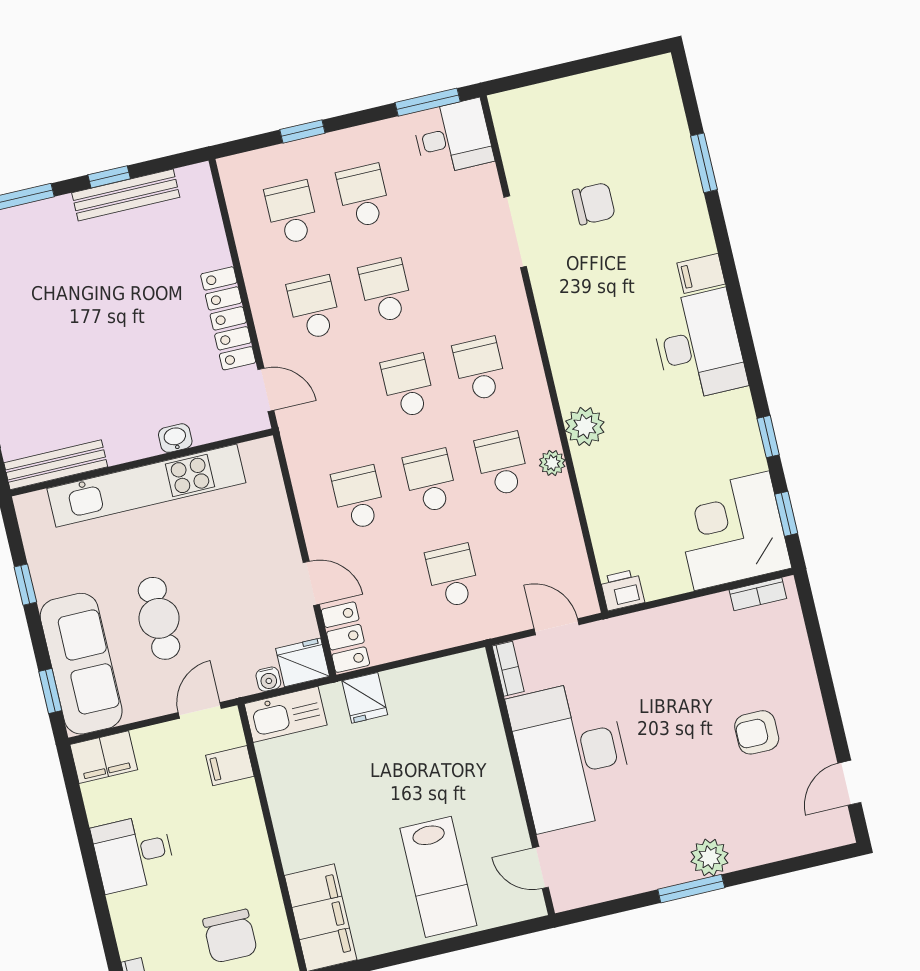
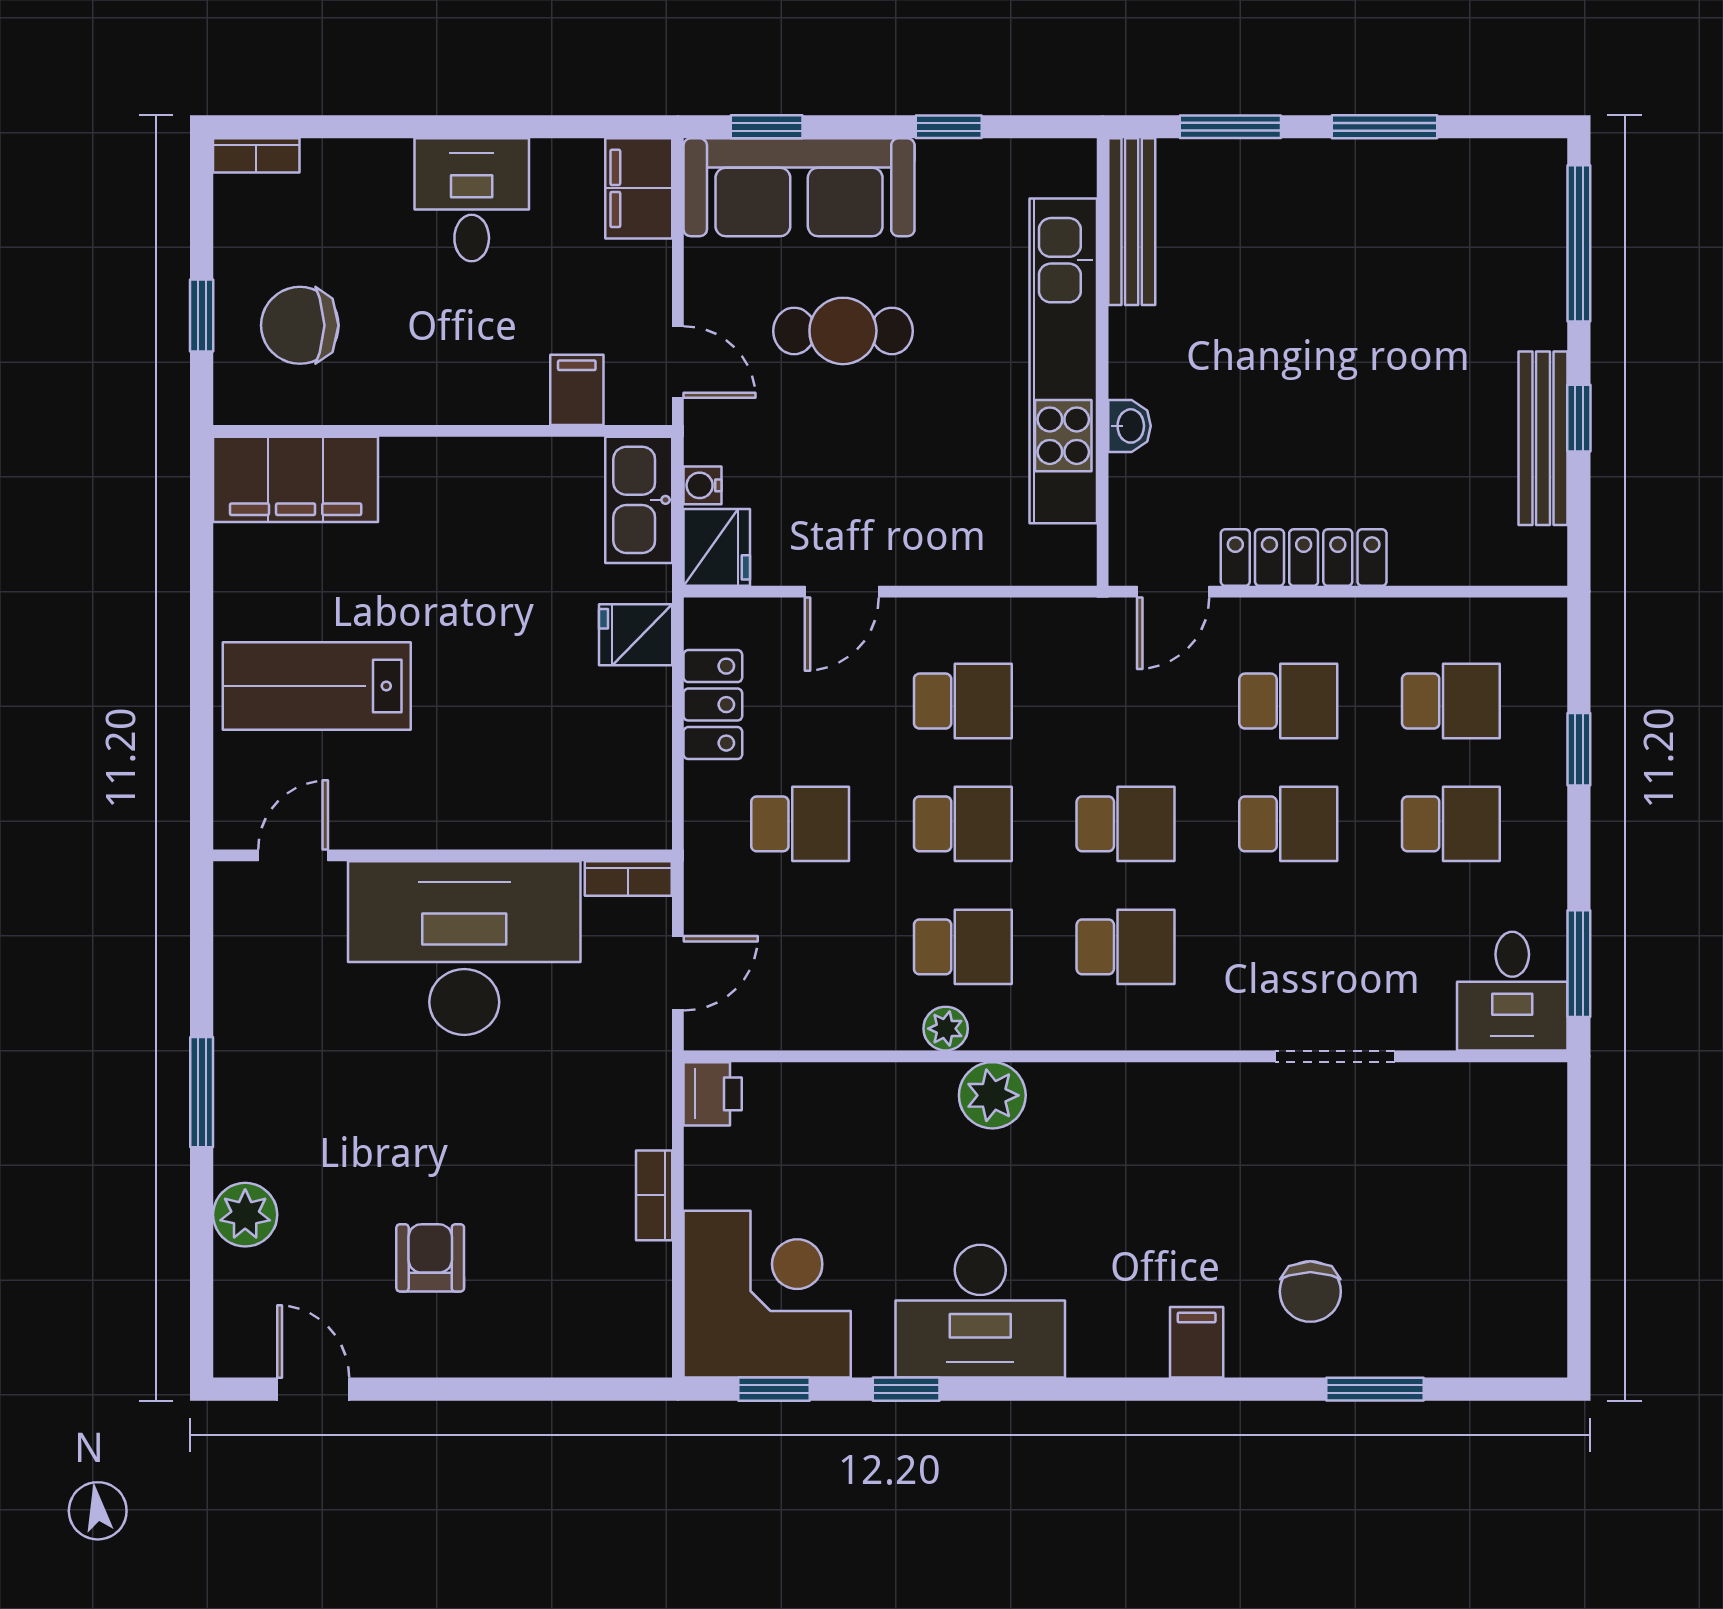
chair: (594, 204) -> (1310, 1291), moved
desk: (699, 345) -> (980, 1311), moved
bookcase: (758, 594) -> (654, 1195), moved
locker: (345, 637) -> (713, 705), moved, turned -90
plant: (710, 857) -> (245, 1215), moved

